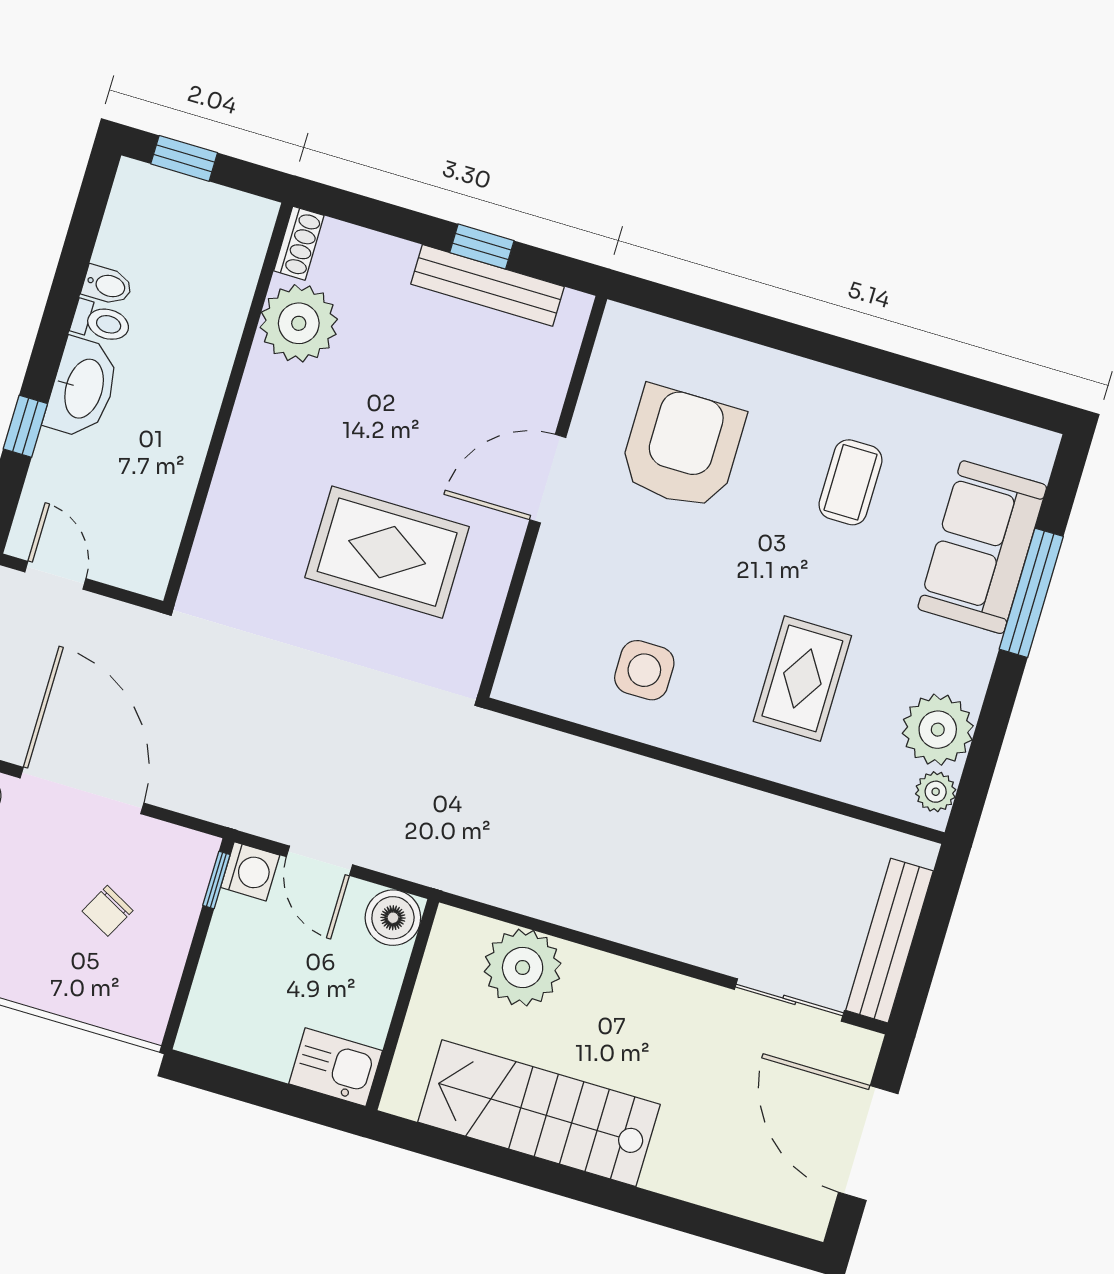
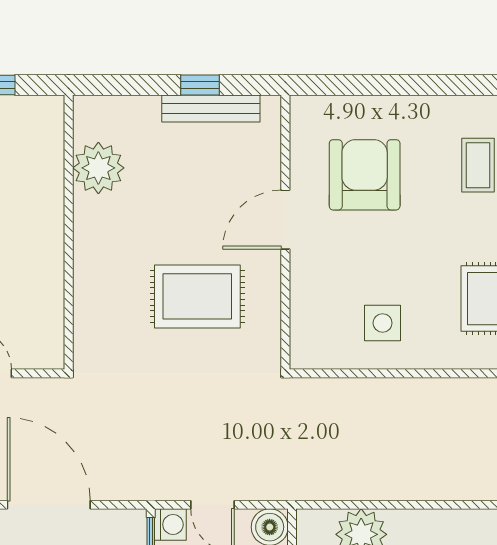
shoe rack: (299, 243) -> (83, 117), removed

